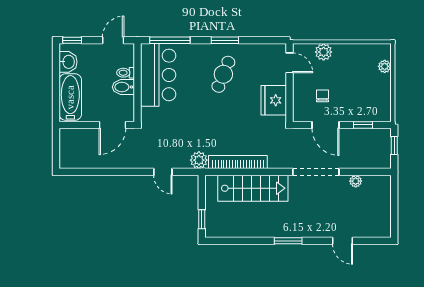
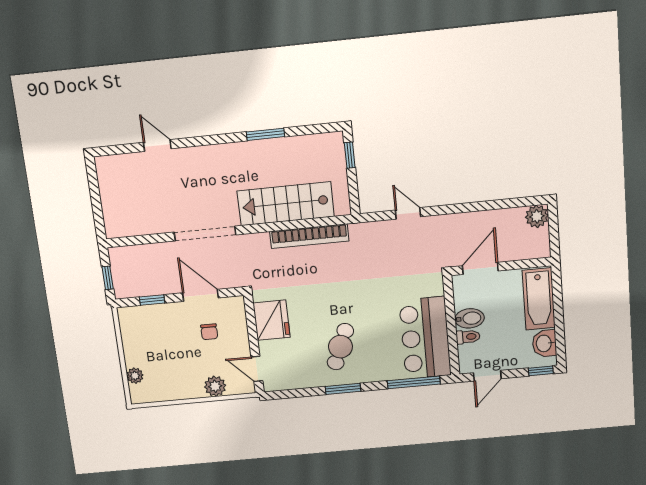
plant: (199, 160) -> (537, 216), moved
plant: (356, 181) -> (151, 227), removed
window: (288, 241) -> (265, 134), moved

